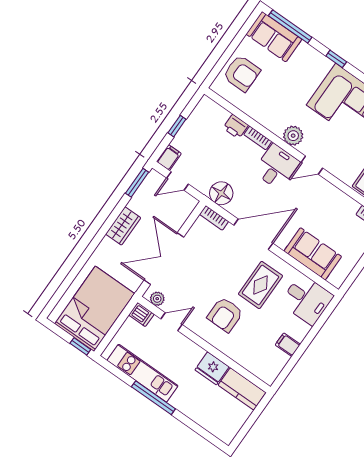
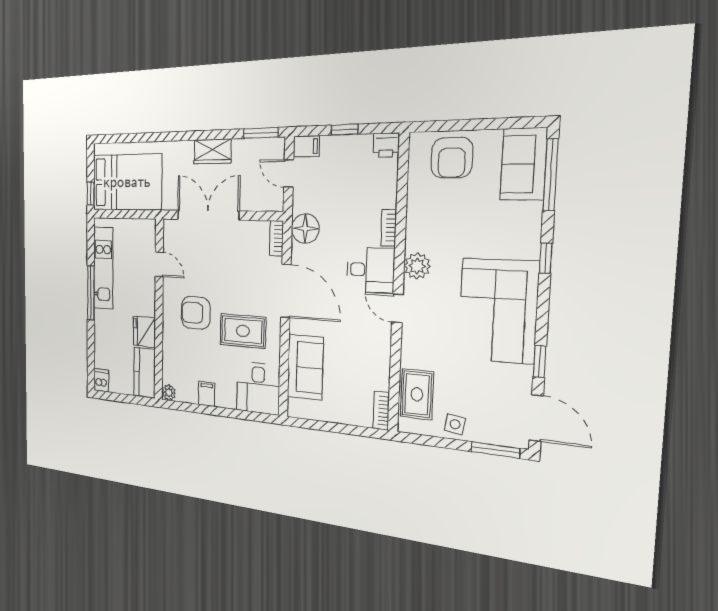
printer: (236, 127) -> (386, 145), moved, turned -90
plant: (157, 299) -> (169, 393), moved
dishwasher: (141, 315) -> (101, 380), moved, turned 180

